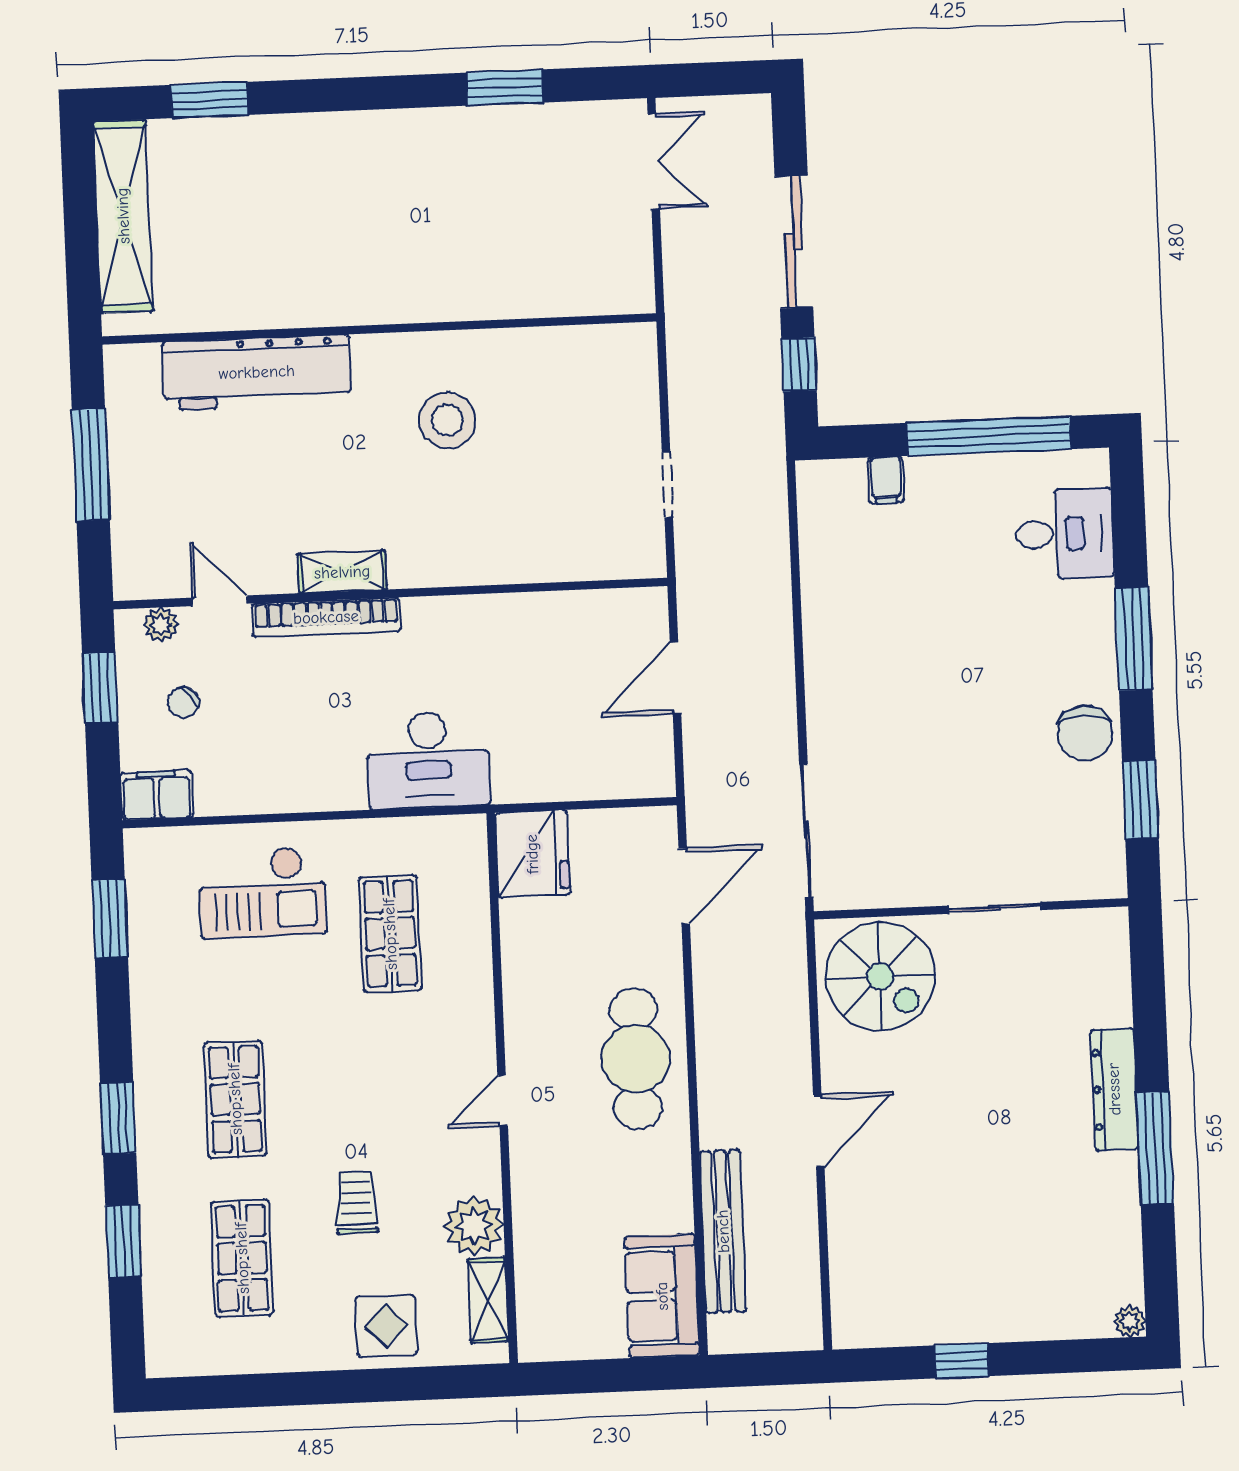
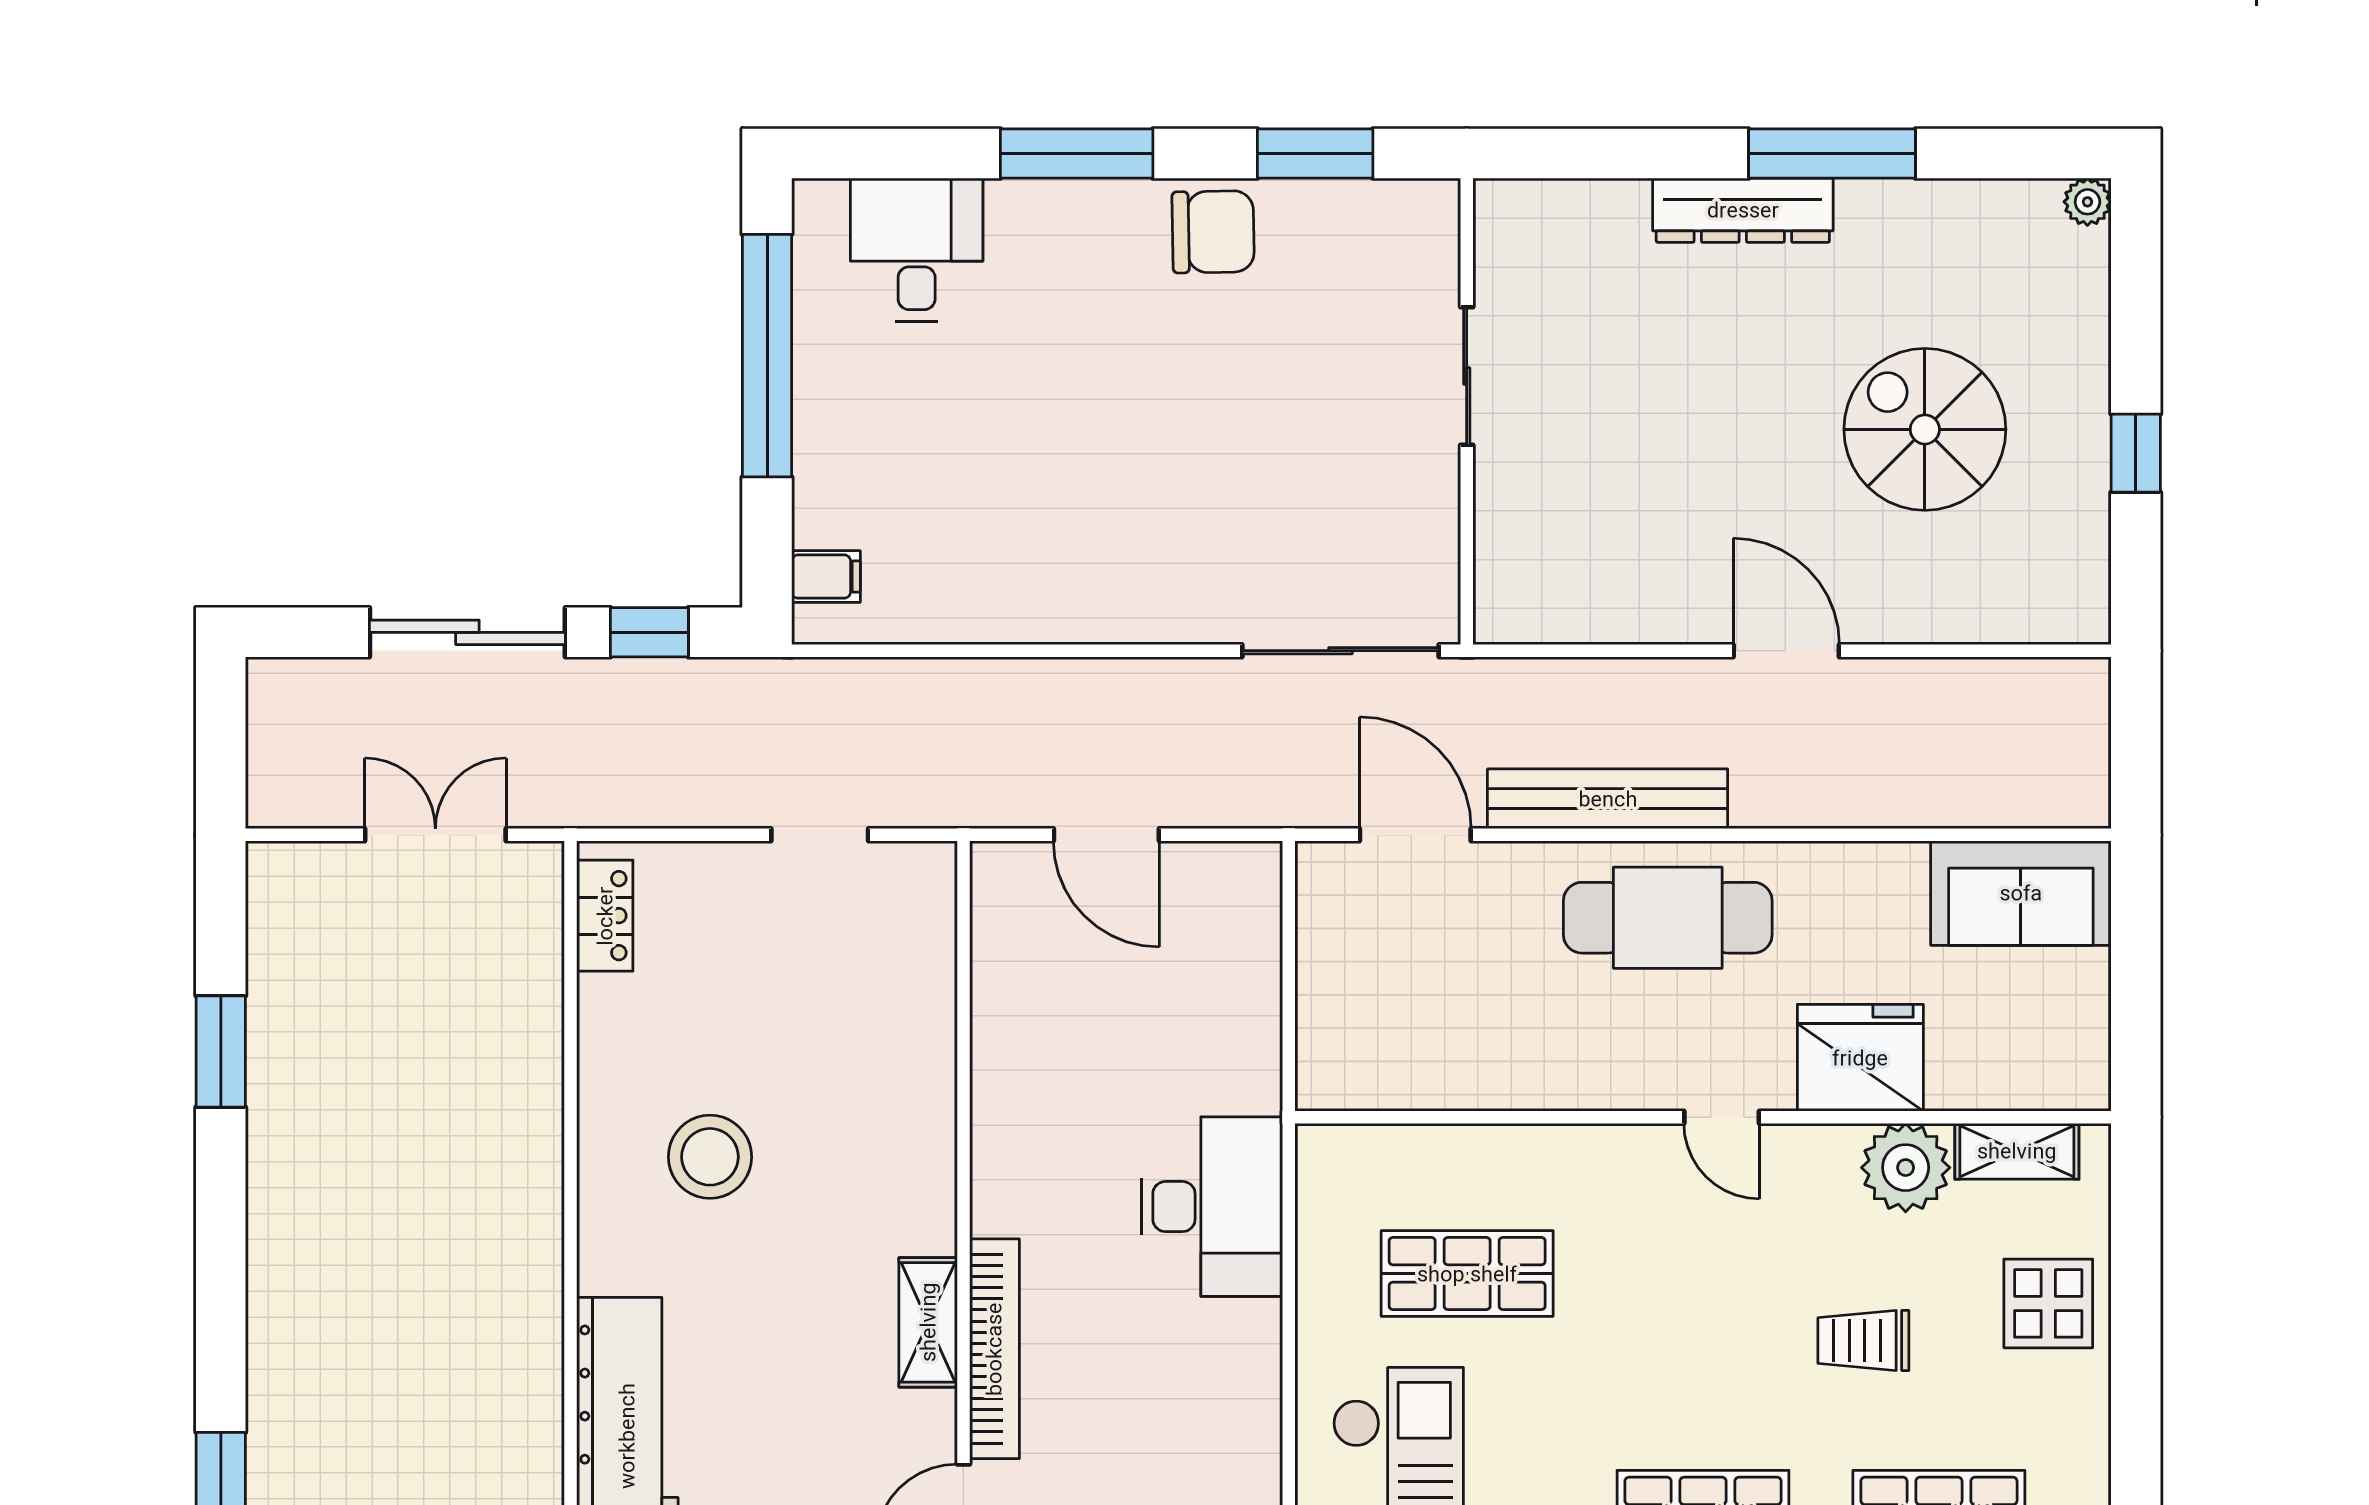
double door: (654, 161) -> (435, 835), moved
locker: (607, 342) -> (605, 916), added
filing cabinet: (886, 480) -> (826, 577), moved
fridge: (532, 854) -> (1860, 1058), moved
spiral stairs: (880, 976) -> (1925, 429), moved, turned -90
bench: (723, 1231) -> (1608, 799), moved

